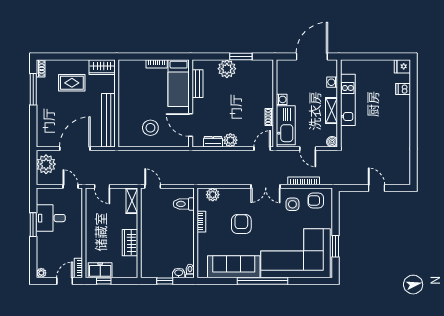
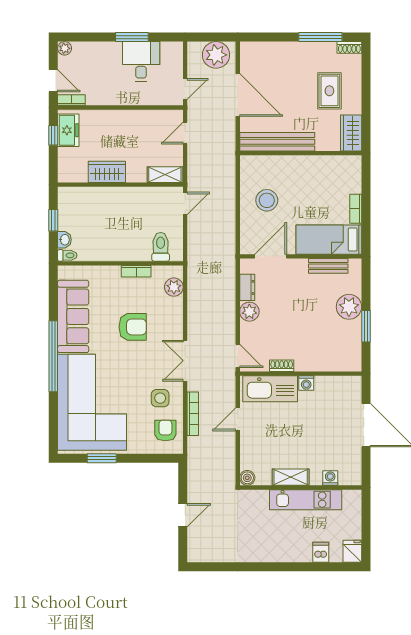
washing machine: (332, 82) -> (330, 478), moved
kitchen unit: (348, 100) -> (306, 500), moved
wall: (339, 103) -> (301, 487), moved
shelving: (332, 111) -> (291, 477), moved
boiler: (332, 142) -> (247, 478), moved

